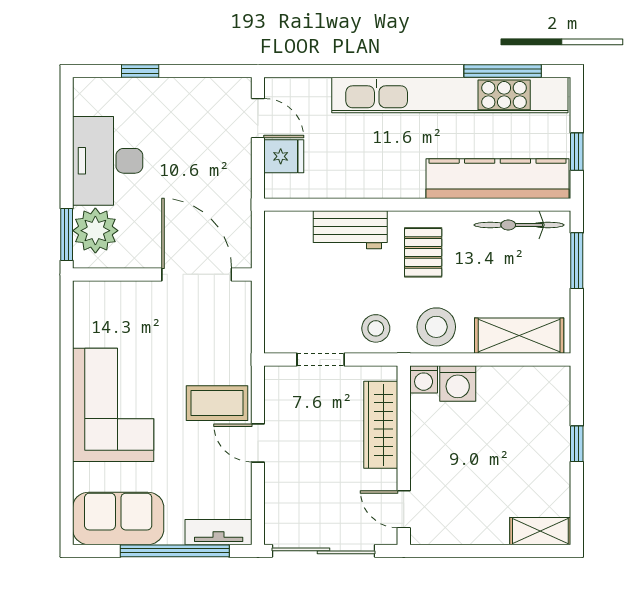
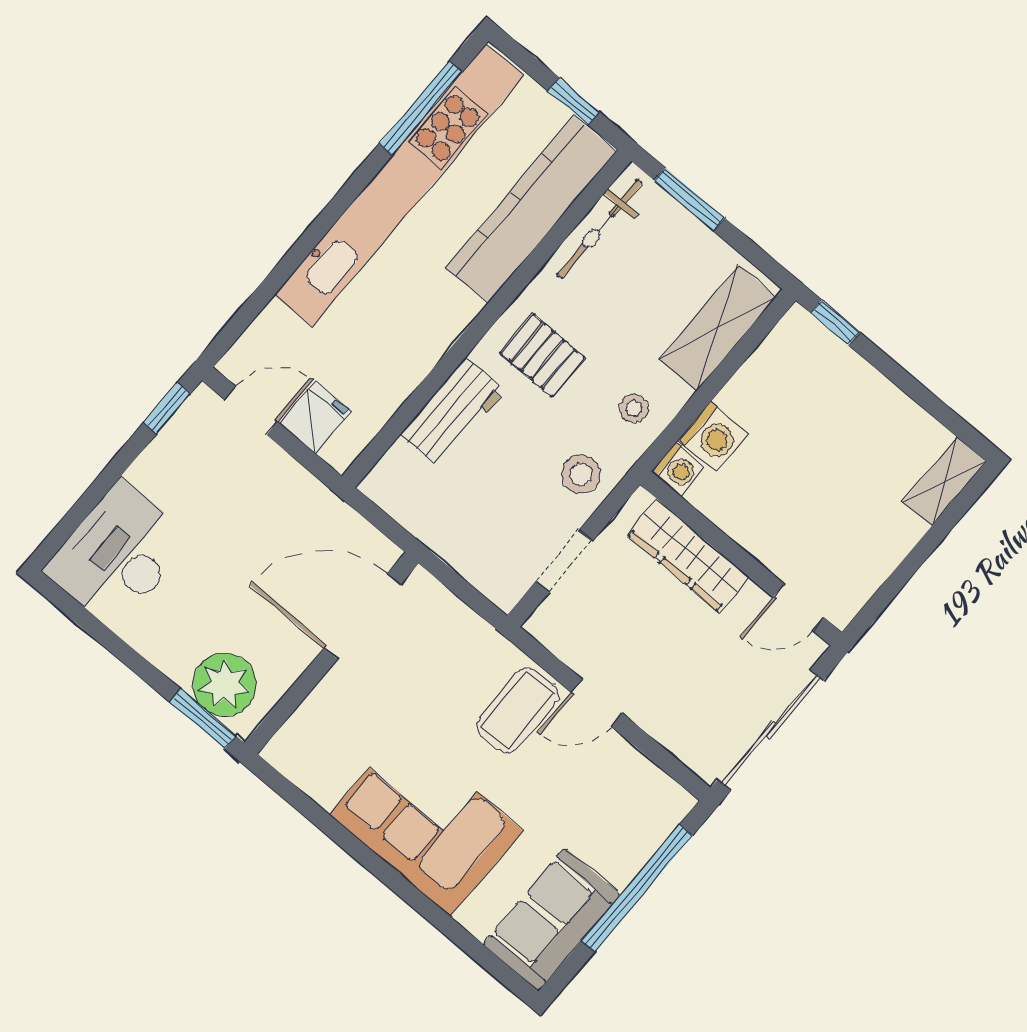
window: (140, 71) -> (167, 408), moved
desk: (108, 161) -> (118, 555), moved, turned 90
stool: (436, 327) -> (634, 408), width x0.53, depth x0.53
window: (577, 444) -> (835, 322), moved
tv unit: (219, 532) -> (656, 825), removed

